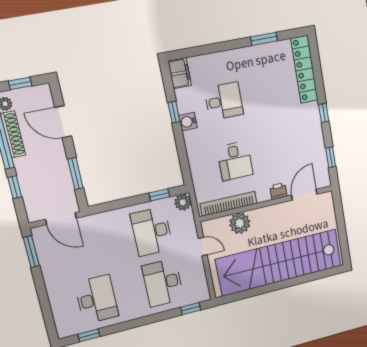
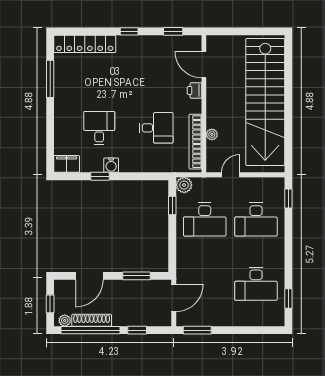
window: (264, 39) -> (50, 79), width x1.44
plant: (240, 223) -> (212, 134), width x0.53, depth x0.53
desk: (97, 299) -> (256, 284), turned 180

